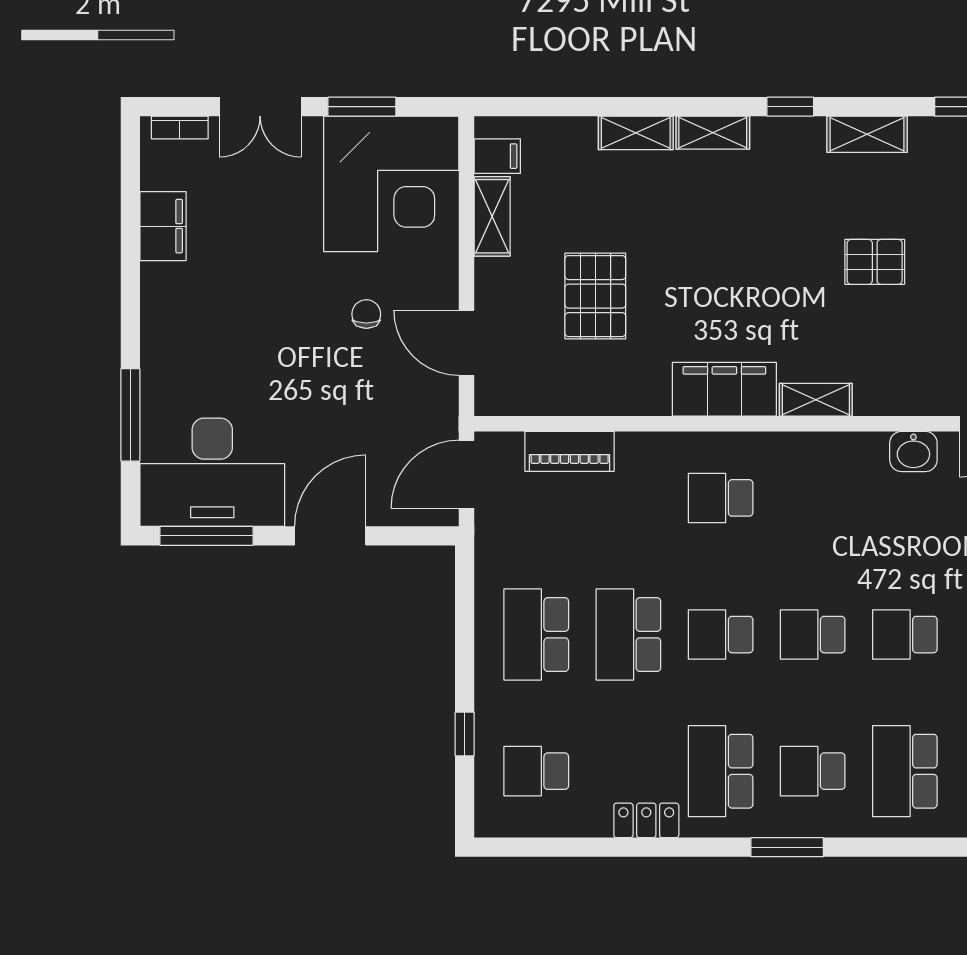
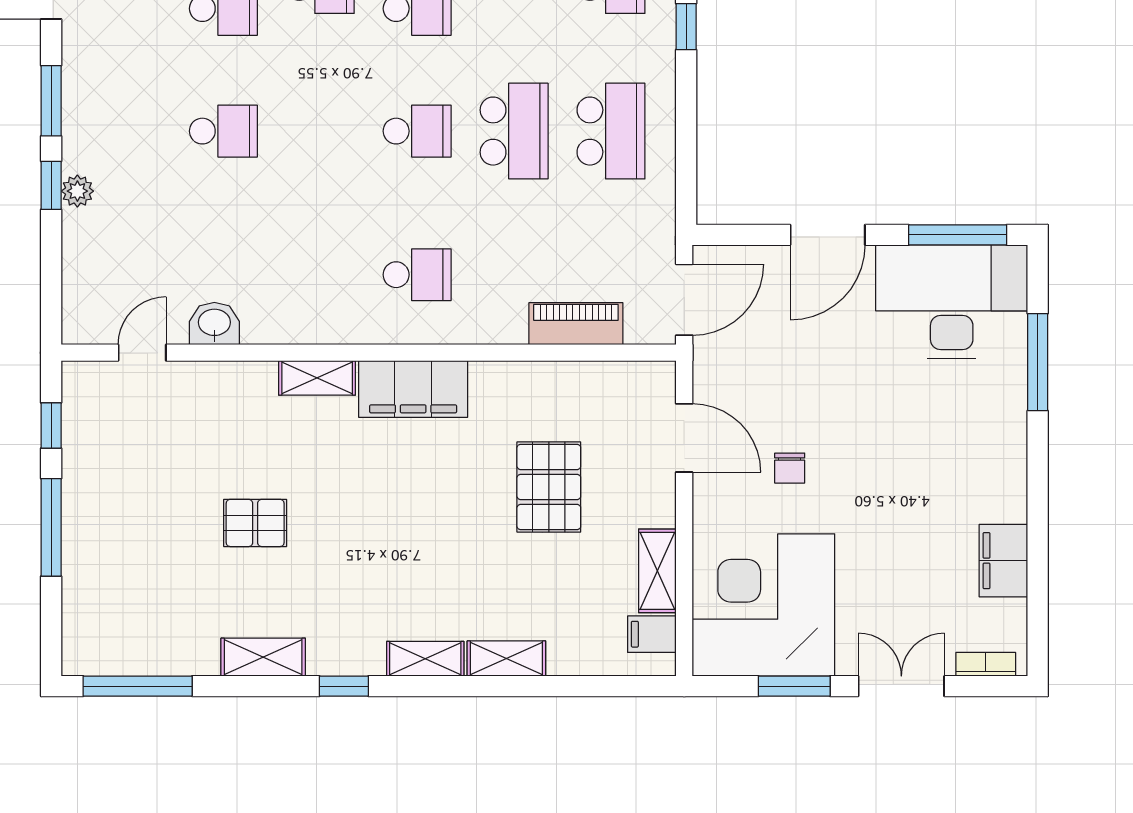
school desk: (813, 635) -> (320, 131), removed

